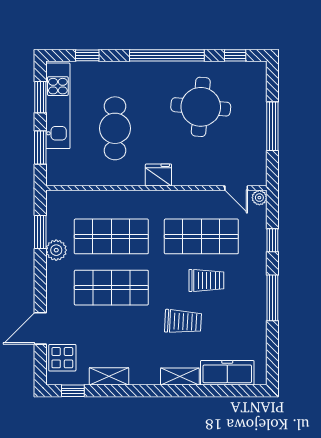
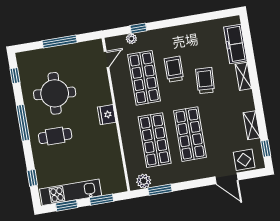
window: (167, 55) -> (23, 123), width x0.68
cafe table: (115, 128) -> (55, 136), moved, width x0.73, depth x0.74
plant: (259, 198) -> (131, 39), moved
plant: (56, 250) -> (144, 181), moved
window: (272, 298) -> (178, 22), removed

